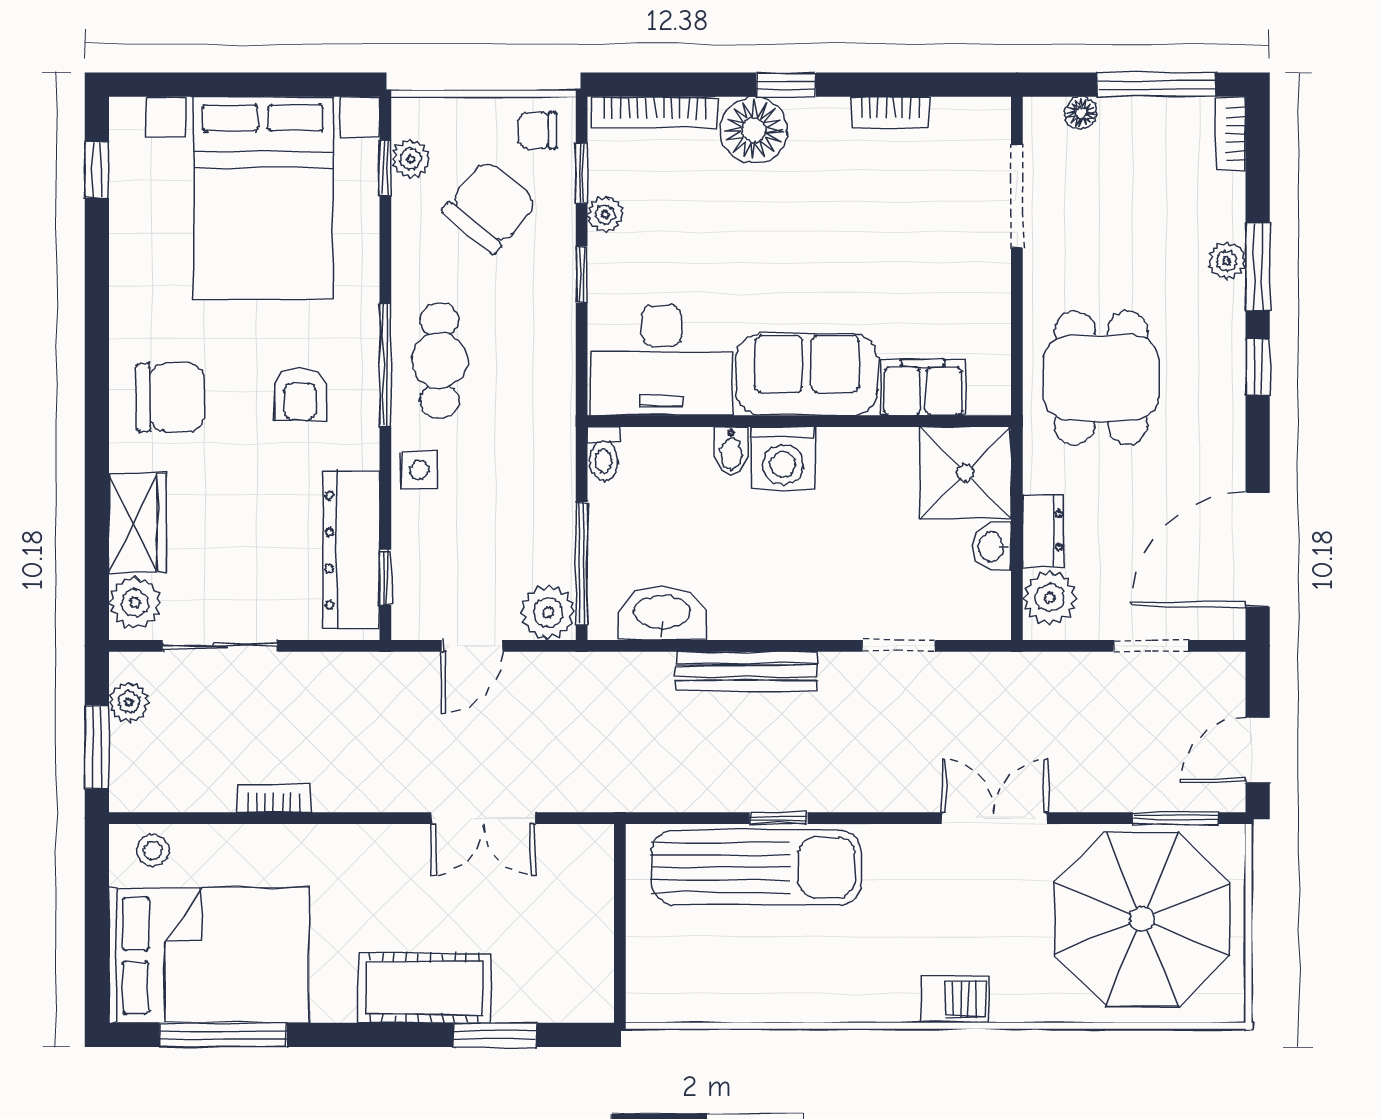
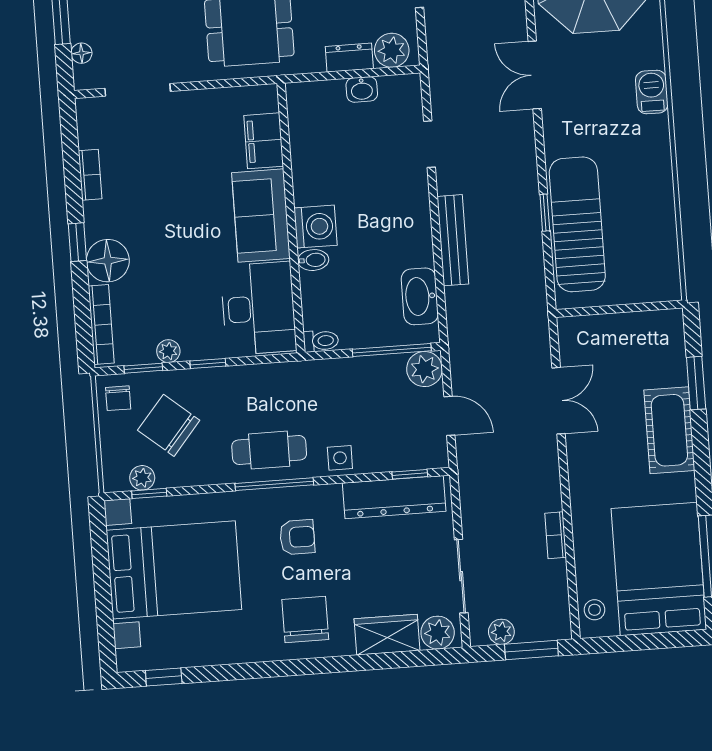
shower: (965, 473) -> (316, 110), removed

